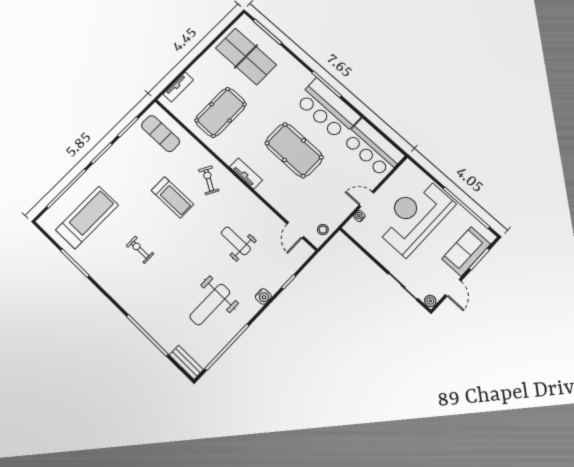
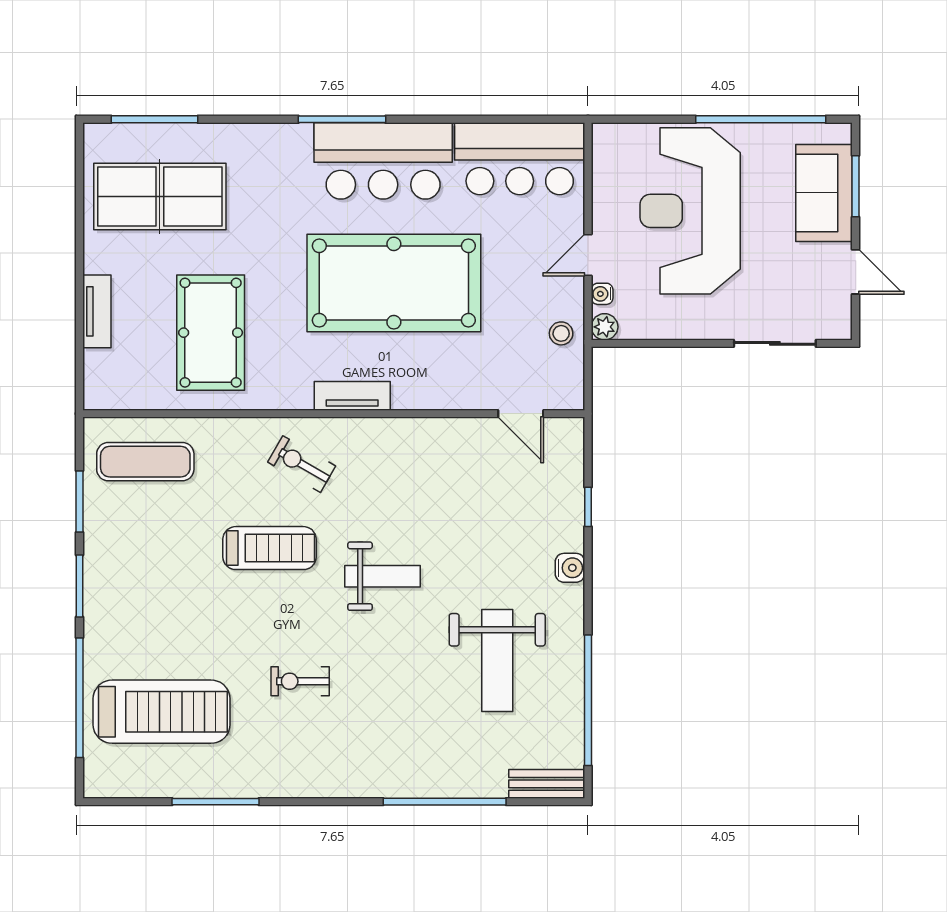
tv unit: (178, 87) -> (97, 311), moved
pool table: (294, 150) -> (394, 283), width x1.36, depth x1.32
treadmill: (87, 217) -> (162, 712), turned 90
stool: (323, 230) -> (561, 333), moved
weight bench: (236, 241) -> (383, 576), moved, turned 180
plant: (430, 301) -> (605, 327), moved

